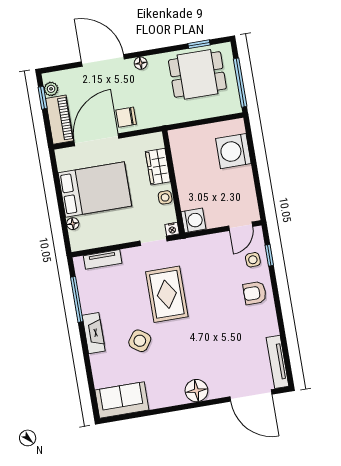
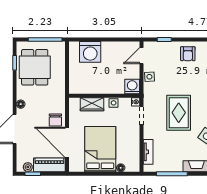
door: (241, 226) -> (141, 56), swing flipped
side table: (253, 260) -> (149, 77), moved
rug: (167, 294) -> (179, 113), turned 90

